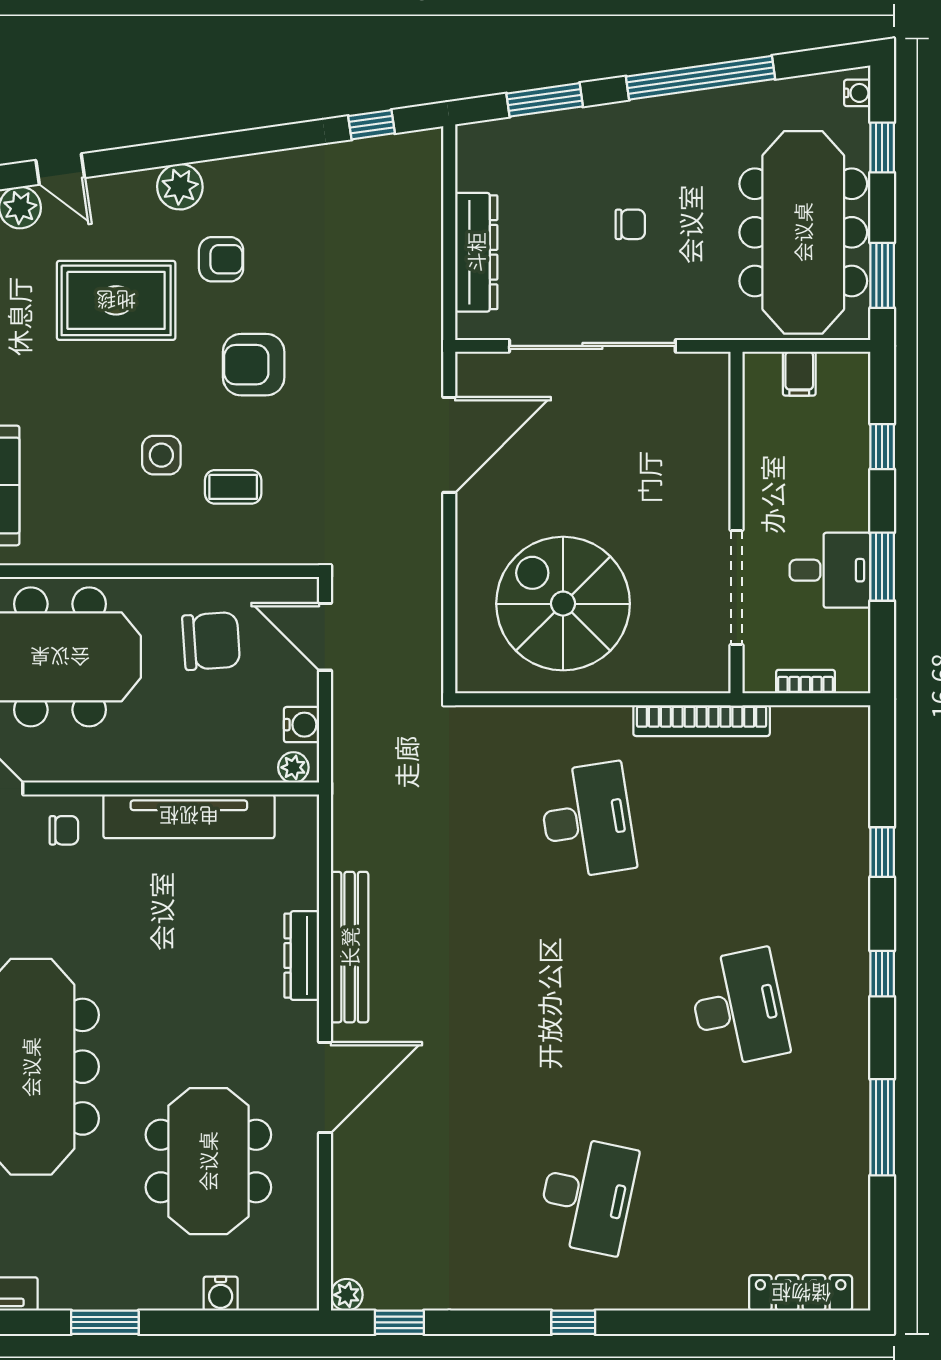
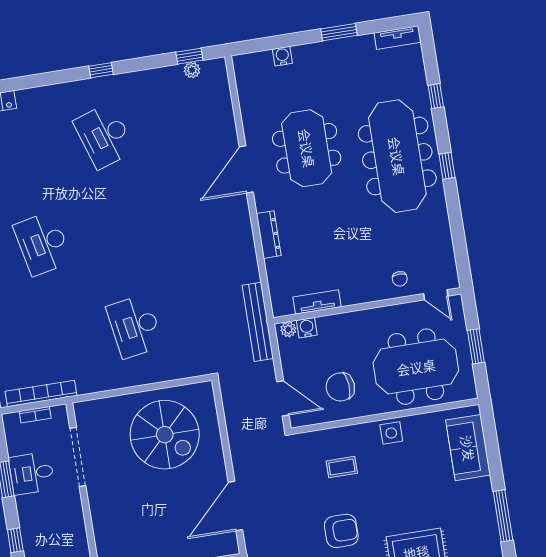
side table: (161, 455) -> (391, 433), moved
bookcase: (702, 721) -> (41, 393), moved
water cooler: (302, 725) -> (307, 328), moved, turned 90
tv unit: (189, 816) -> (317, 302), width x0.52, depth x0.78
chair: (64, 830) -> (400, 279), turned -90
bench: (350, 947) -> (258, 322), moved
meeting table: (208, 1161) -> (307, 148), moved
desk: (587, 1195) -> (104, 136), turned -30
plant: (347, 1295) -> (192, 70), moved

